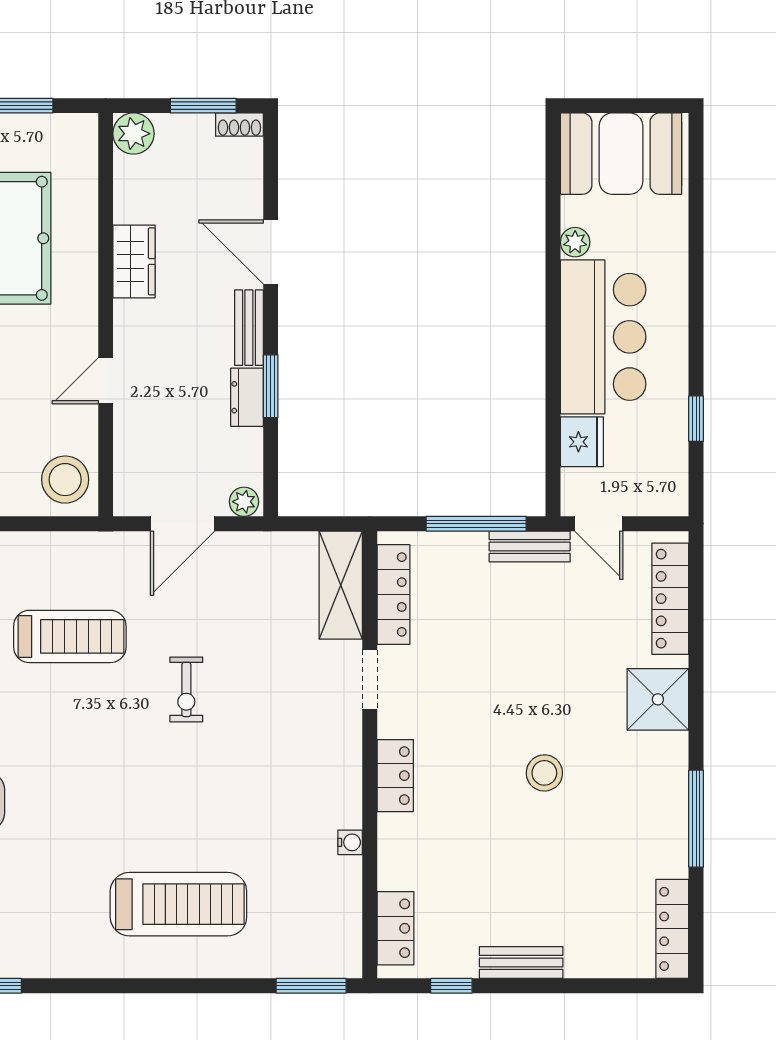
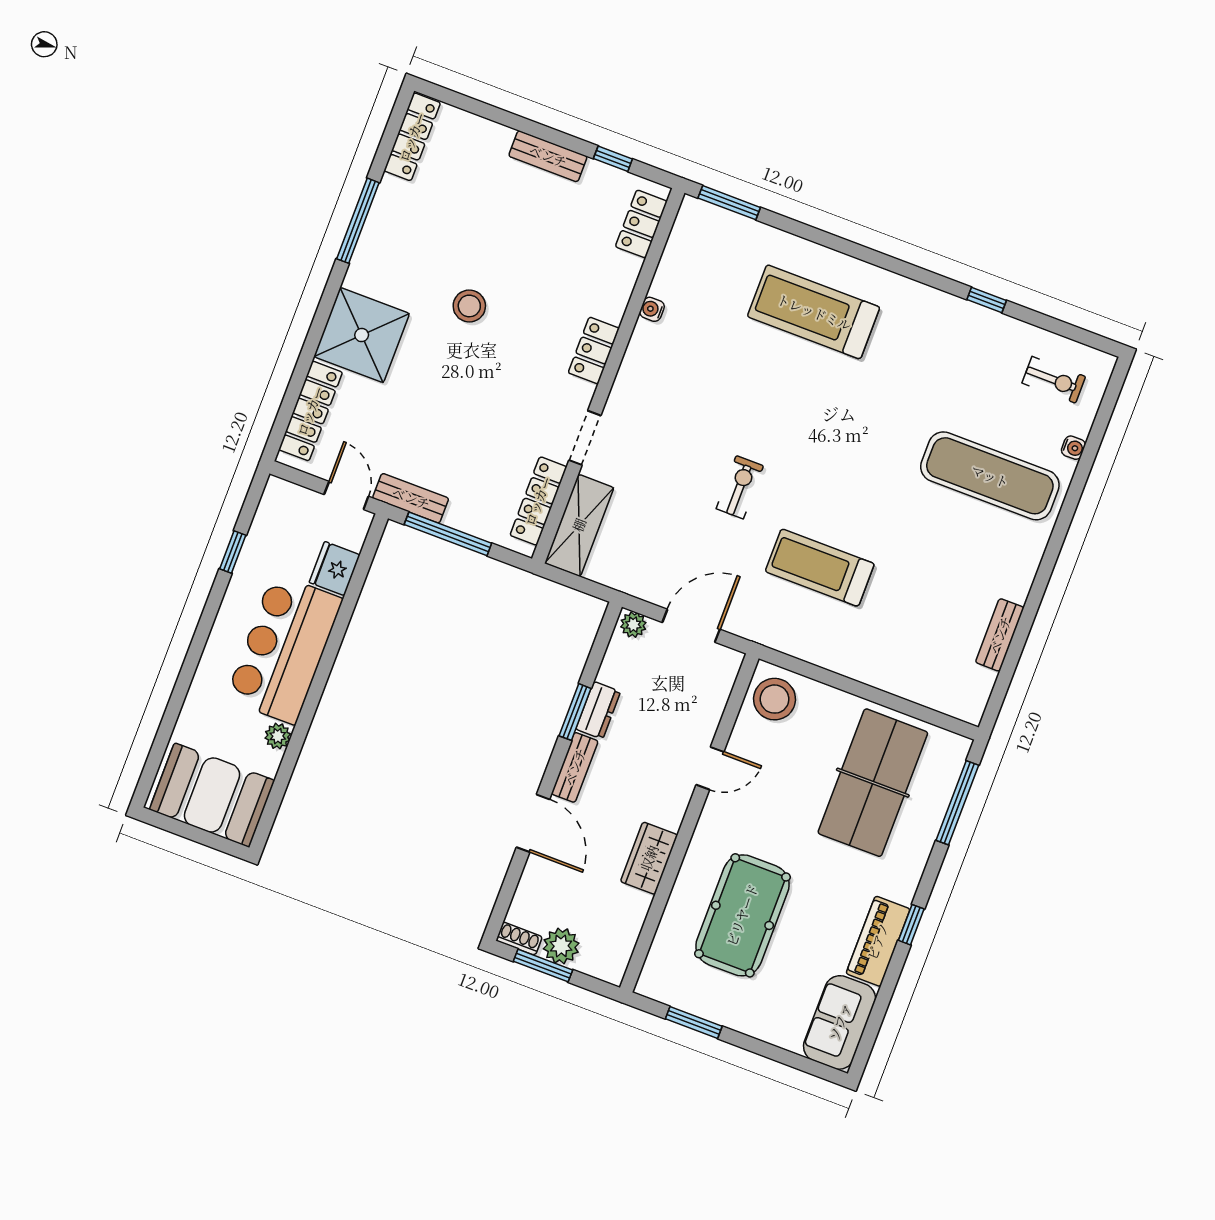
plant: (134, 134) -> (561, 946), moved
shower: (658, 699) -> (362, 335), width x1.37, depth x1.37

